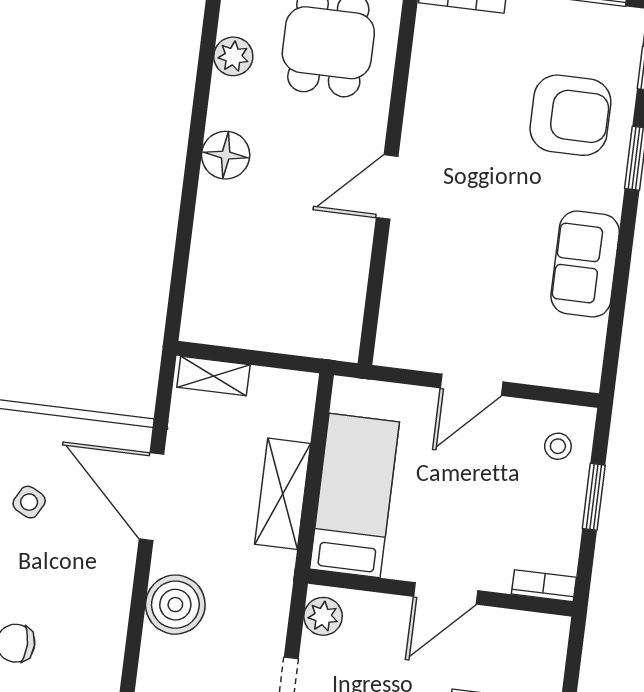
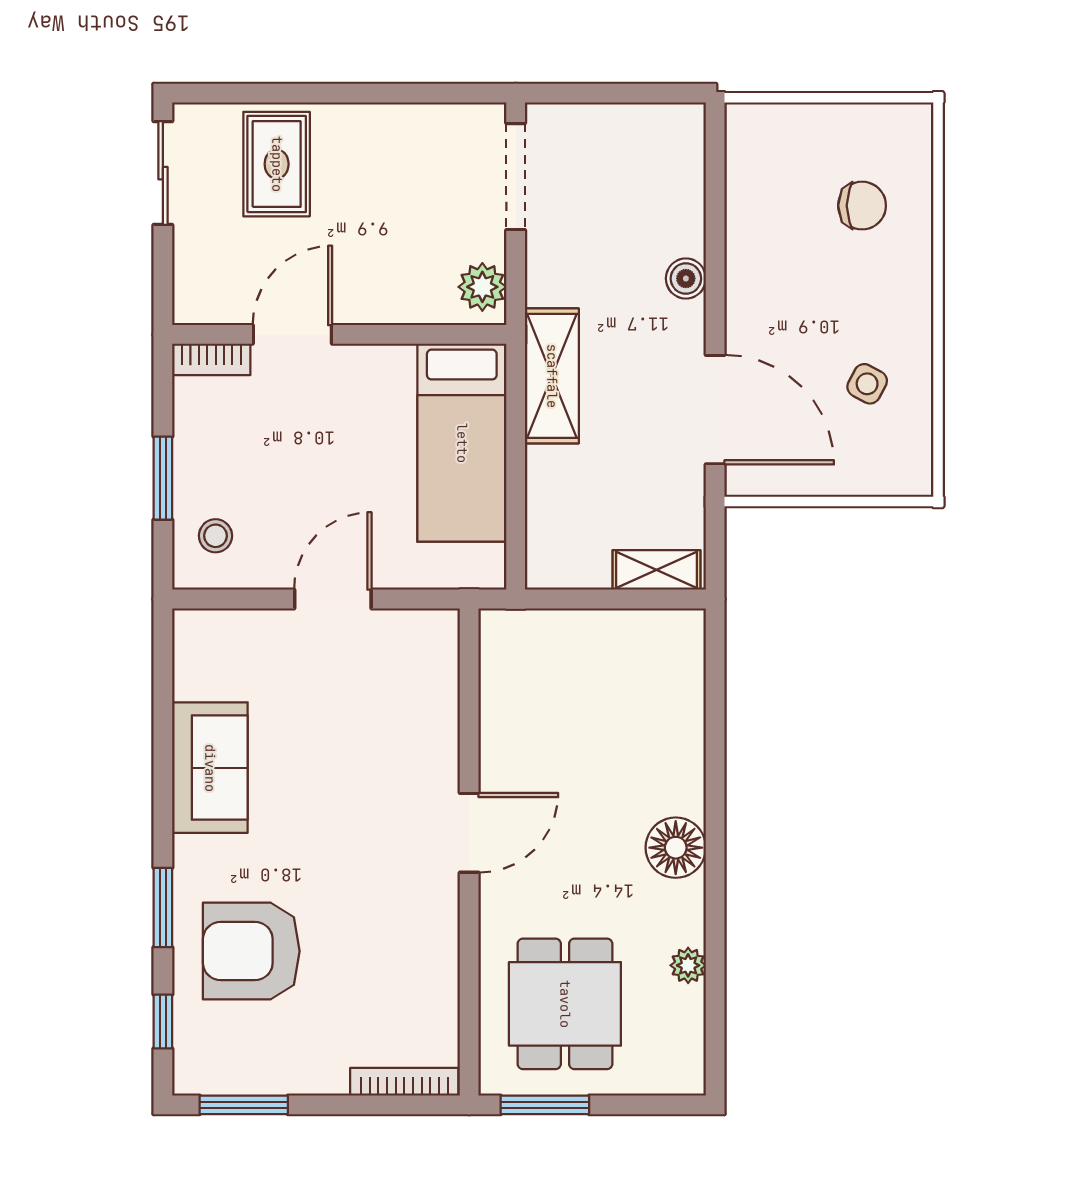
plant: (233, 56) -> (688, 965), width x0.73, depth x0.73
shelving: (283, 494) -> (552, 376), moved
door: (446, 593) -> (292, 334), moved
boiler: (175, 605) -> (686, 279), width x0.54, depth x0.54

